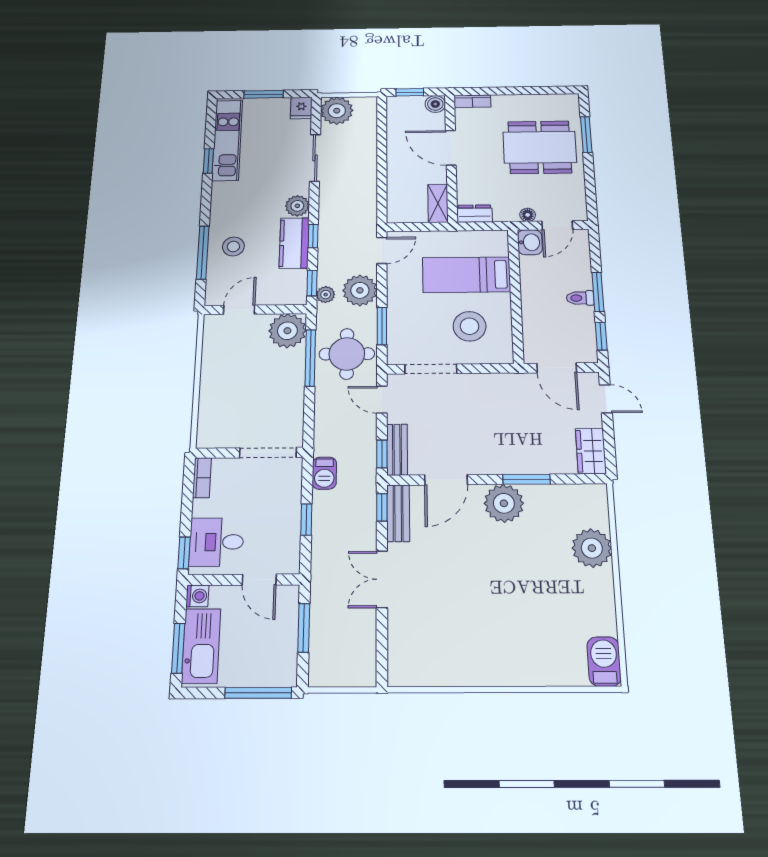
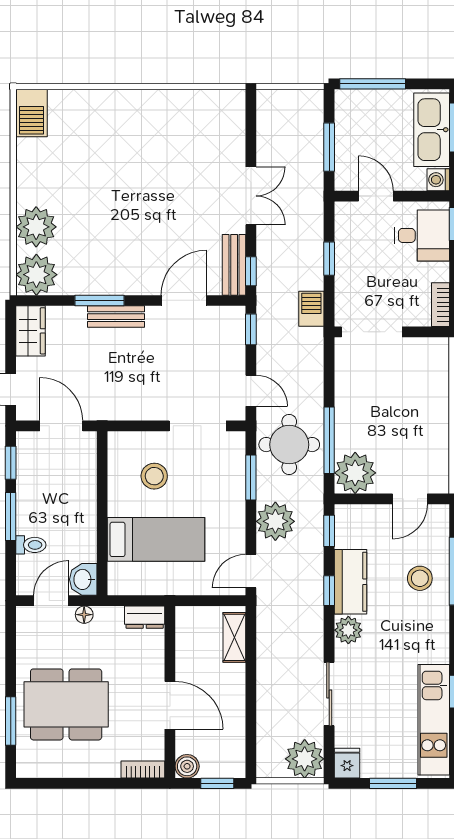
shelving: (438, 204) -> (234, 637), moved
plant: (326, 295) -> (314, 517), removed
toilet: (580, 298) -> (31, 545), moved
stool: (470, 326) -> (154, 476), width x0.73, depth x0.73
bench: (397, 450) -> (116, 317), moved, turned 90
plant: (504, 503) -> (36, 275), moved

